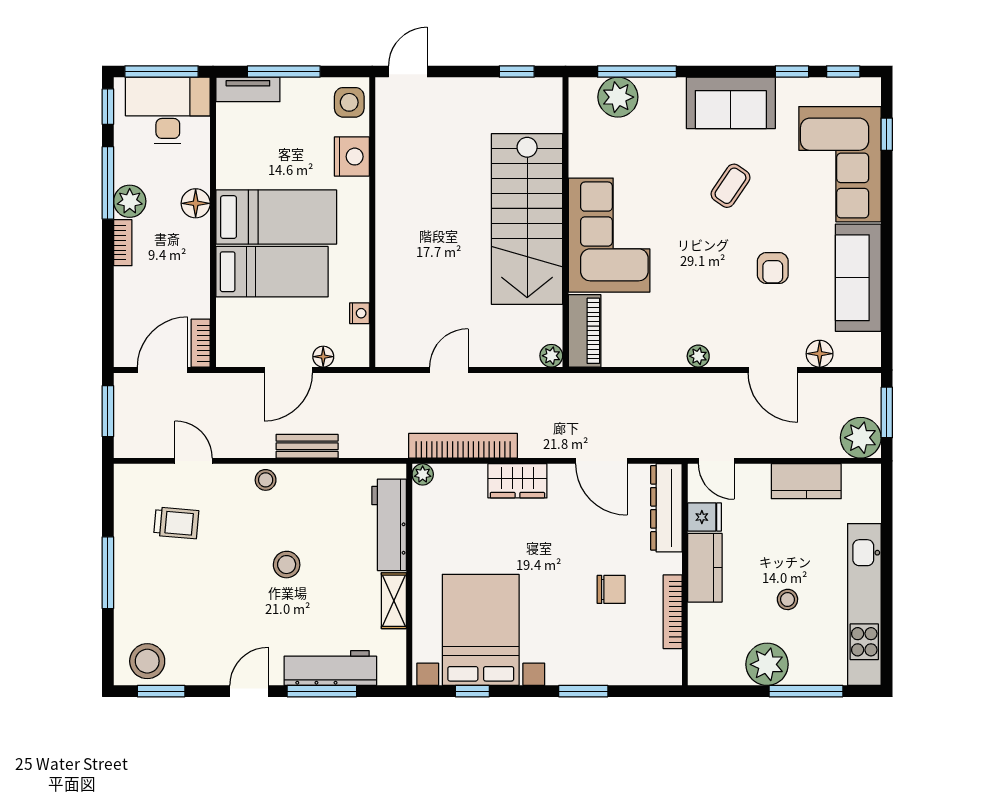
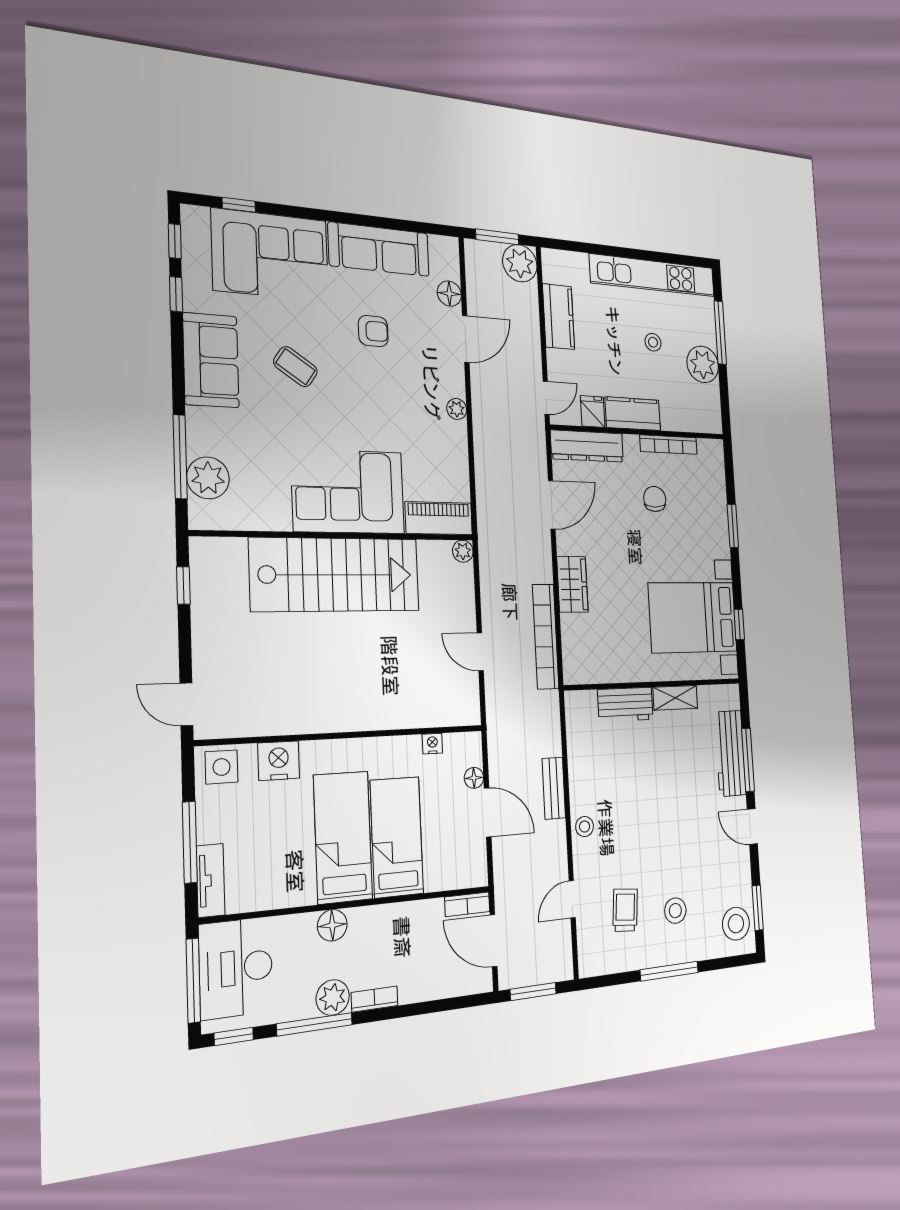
plant: (423, 474) -> (572, 675), removed
workbench: (389, 525) -> (625, 704), width x0.73
stool: (287, 565) -> (675, 911), moved

